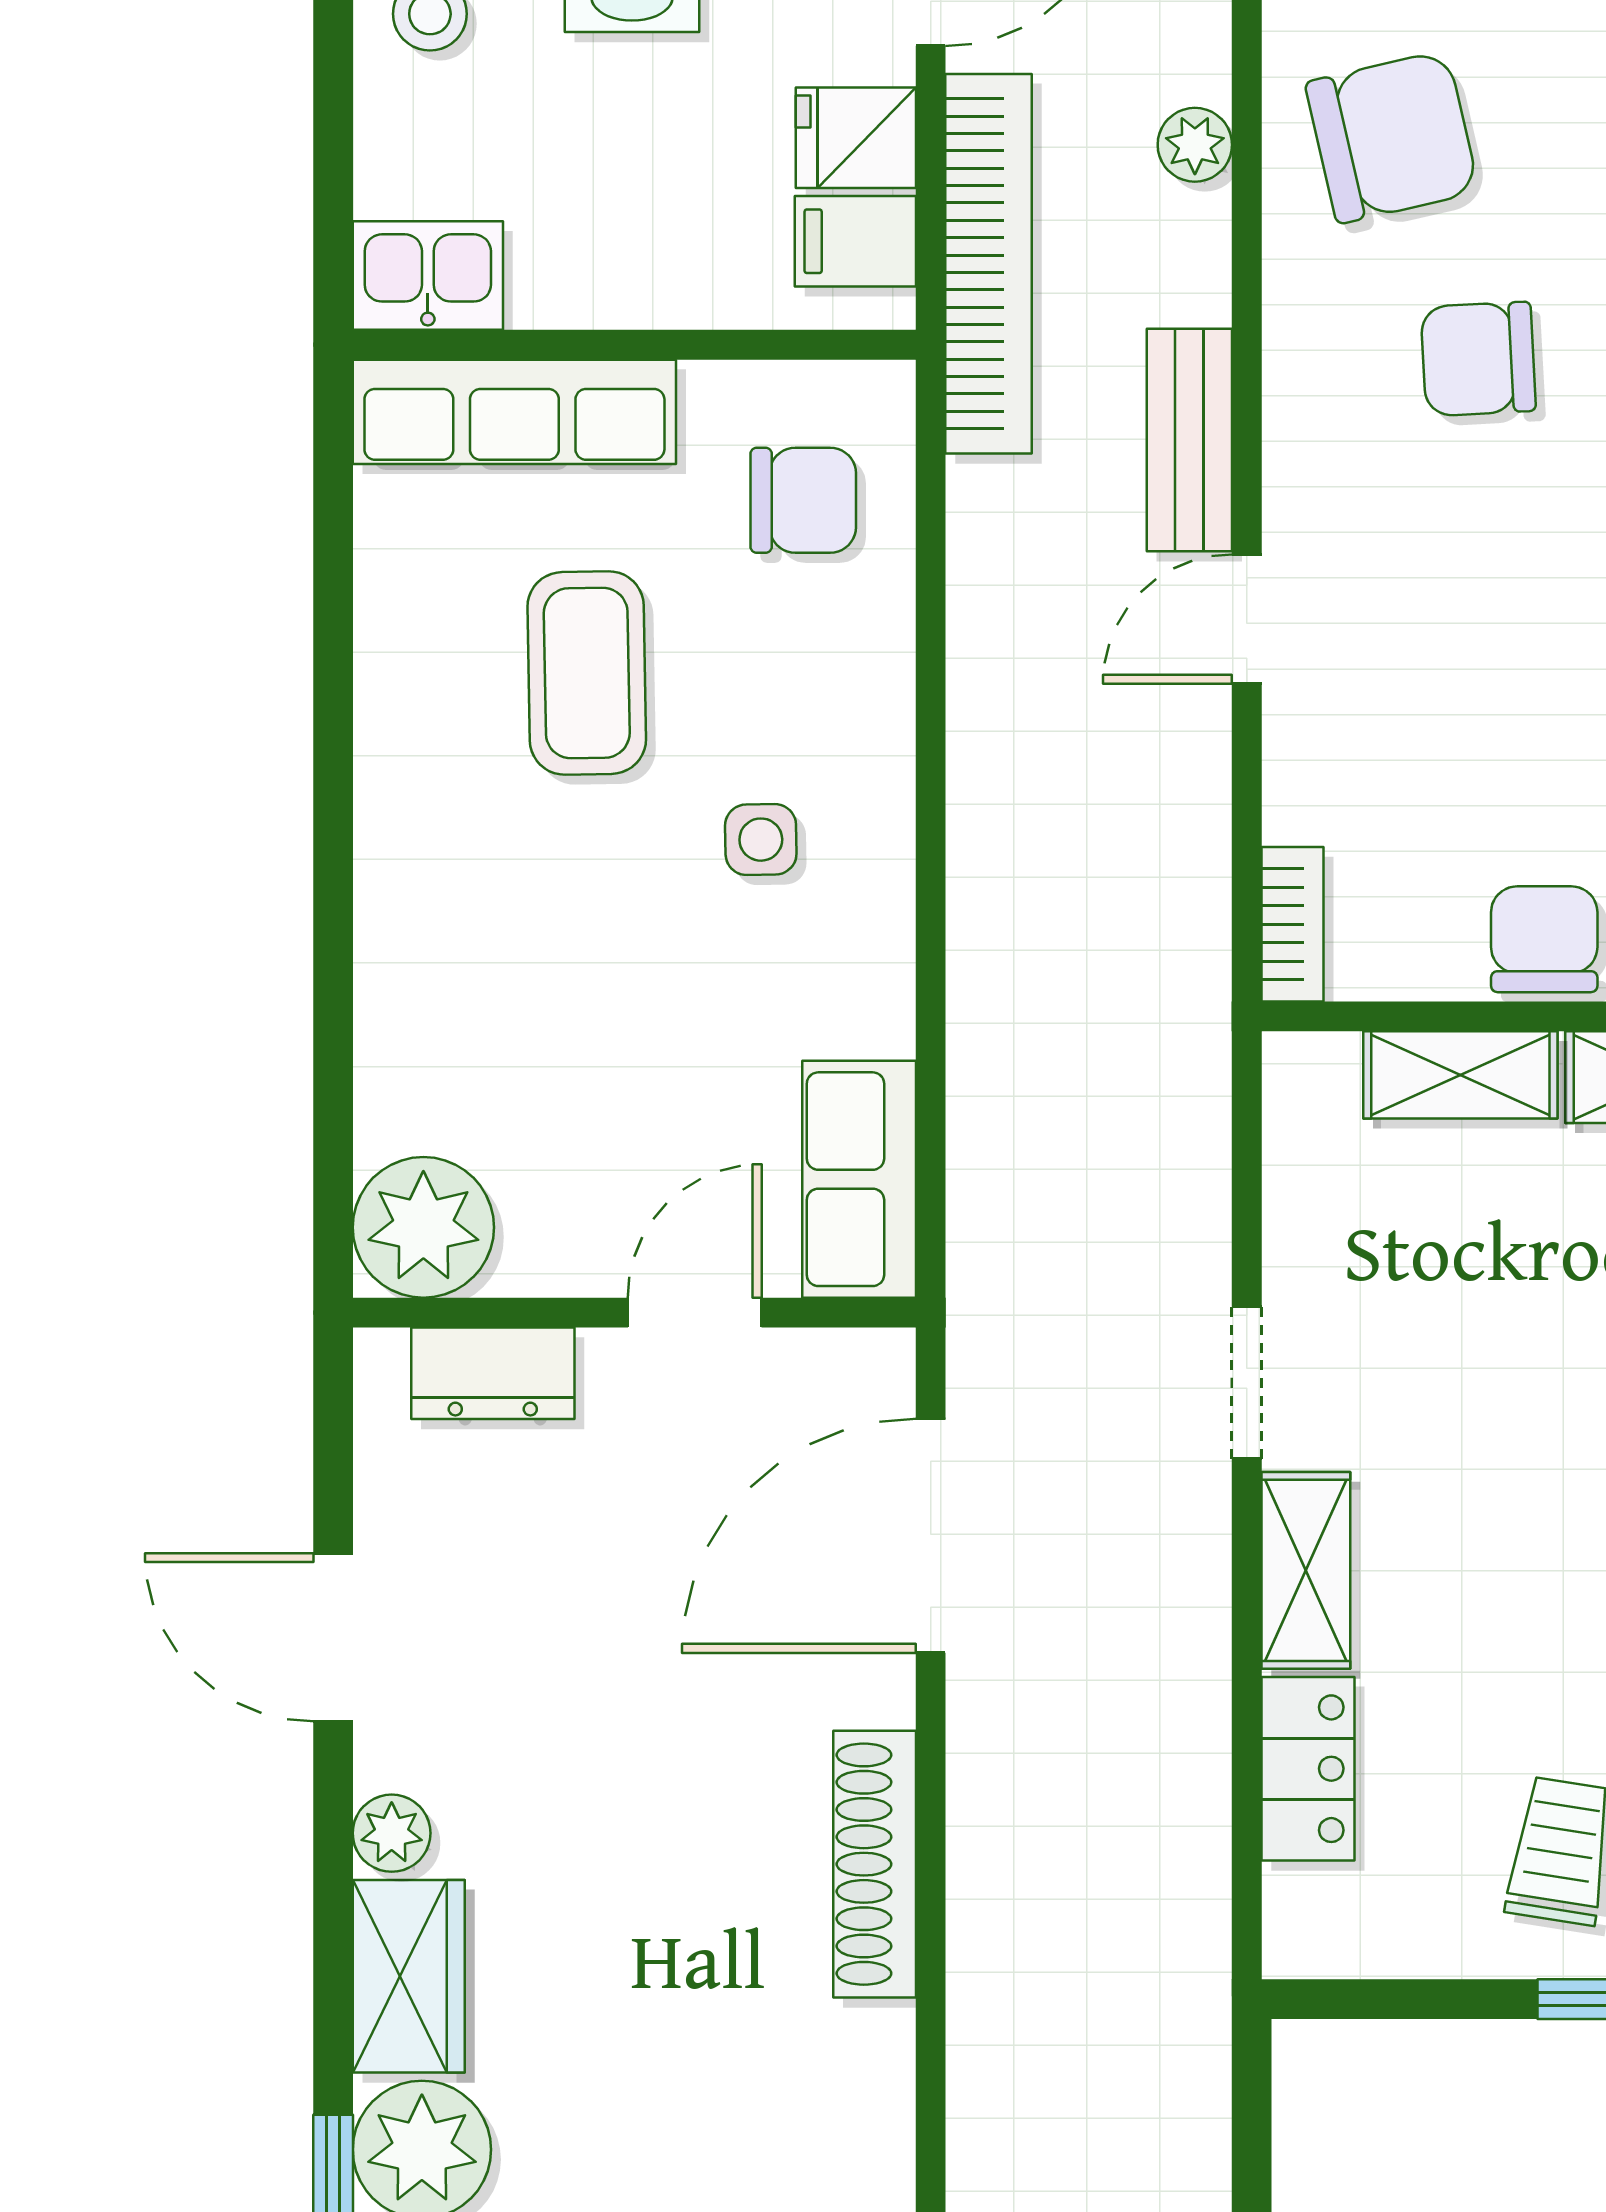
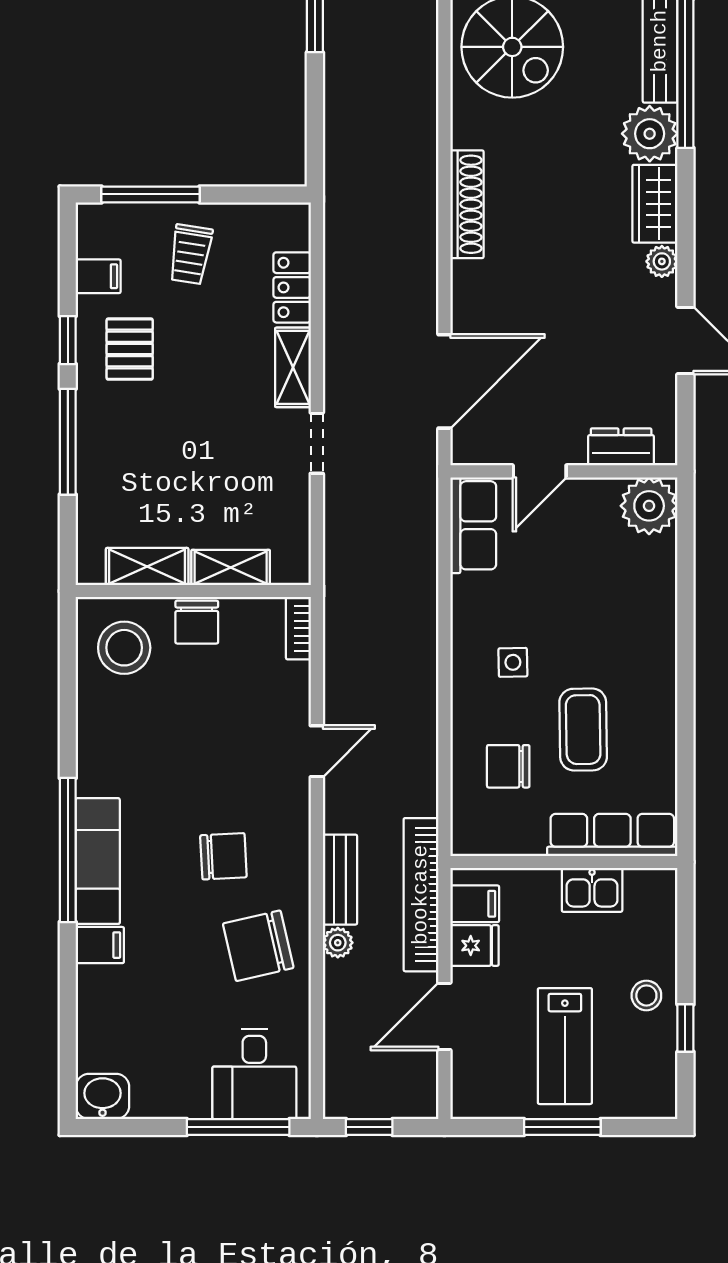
kitchen sink: (428, 276) -> (592, 890), moved
bench: (1189, 440) -> (340, 880), moved
chair: (803, 500) -> (508, 766), moved
shoe rack: (875, 1864) -> (467, 204), moved

